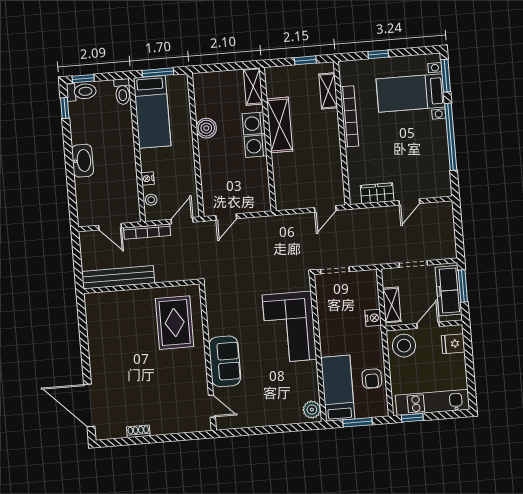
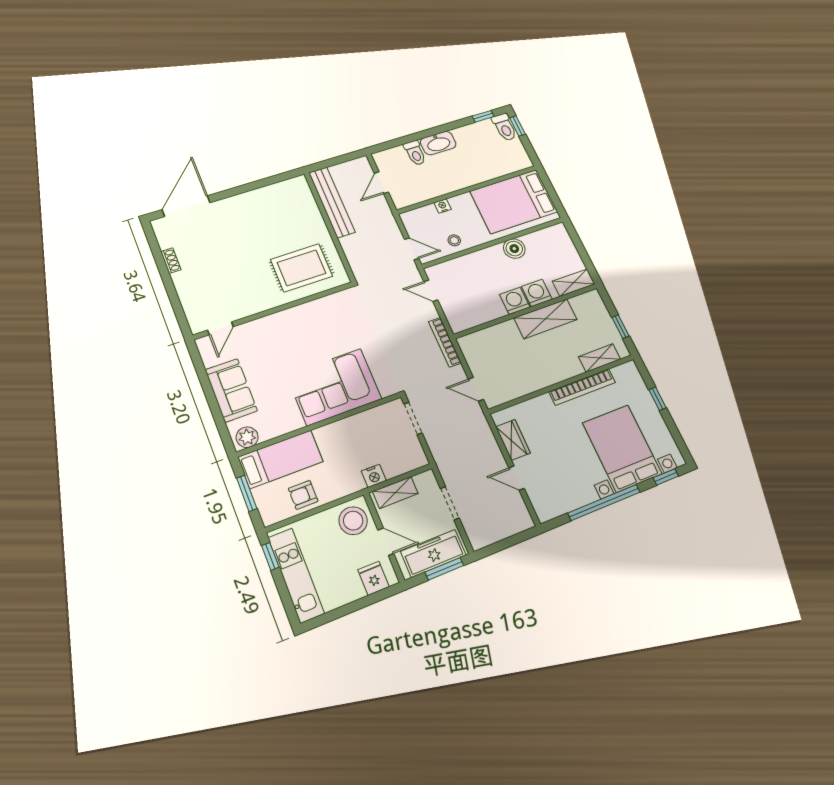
window: (158, 72) -> (551, 191), removed
window: (446, 76) -> (666, 477), width x0.67
toilet: (122, 92) -> (415, 153), moved, turned -90
bed with nightstands: (410, 93) -> (622, 448), width x1.36
bed: (152, 112) -> (514, 201), width x1.50
stool: (151, 200) -> (454, 240), moved
bookcase: (147, 232) -> (445, 342), moved
sofa: (225, 361) -> (231, 390), moved, turned -90

